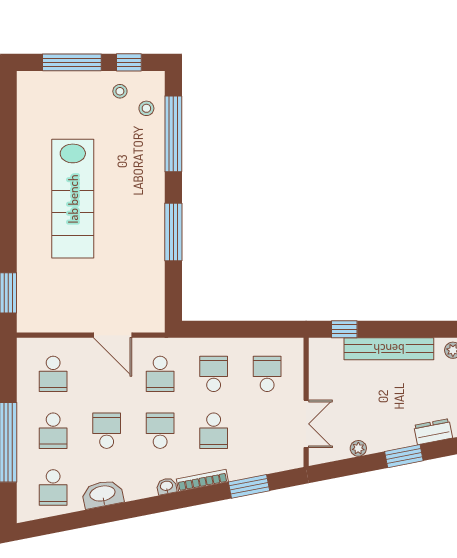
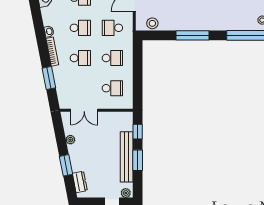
stool: (152, 303) -> (152, 23), added
window: (395, 329) -> (138, 160), added
school desk: (214, 431) -> (80, 58), turned 180

